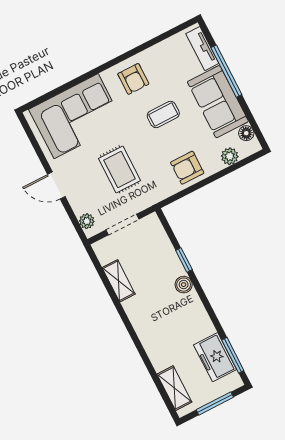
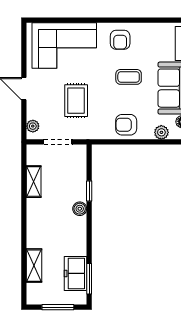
shelving: (174, 388) -> (34, 266), moved

